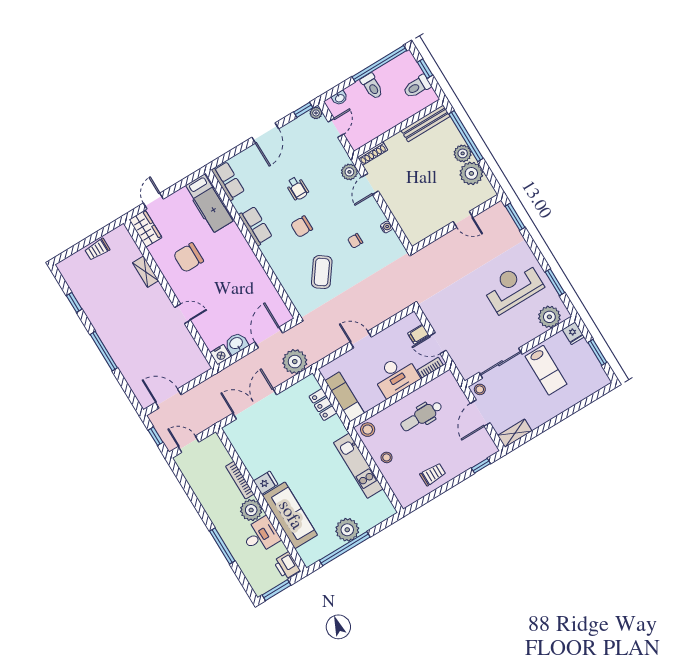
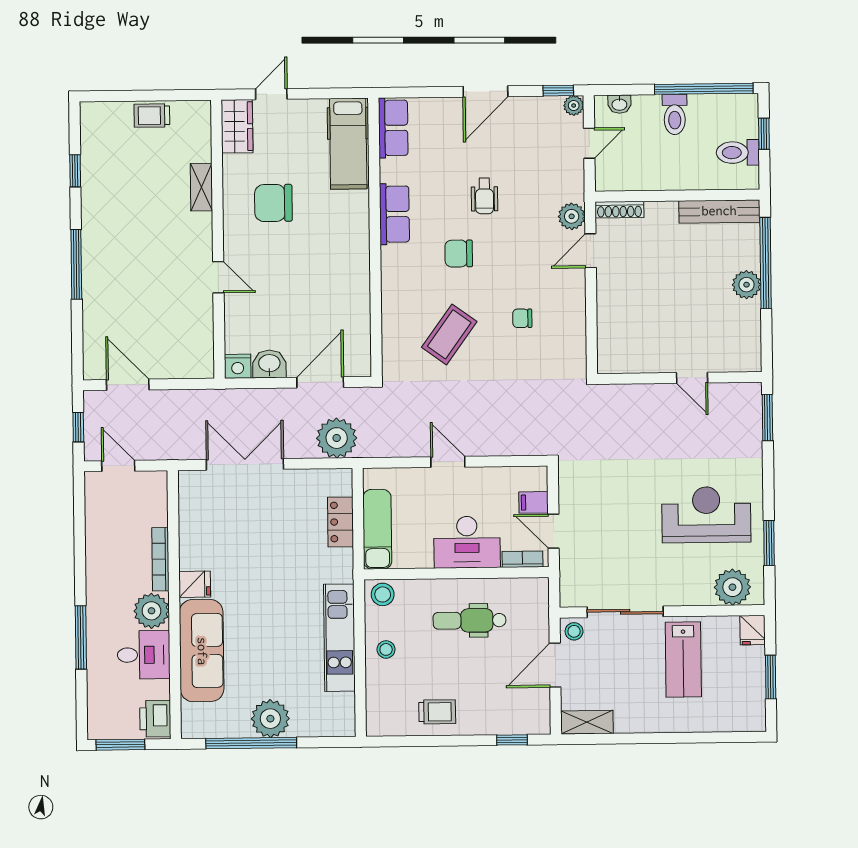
plant: (471, 173) -> (742, 320), removed
water cooler: (386, 227) -> (578, 325), removed

